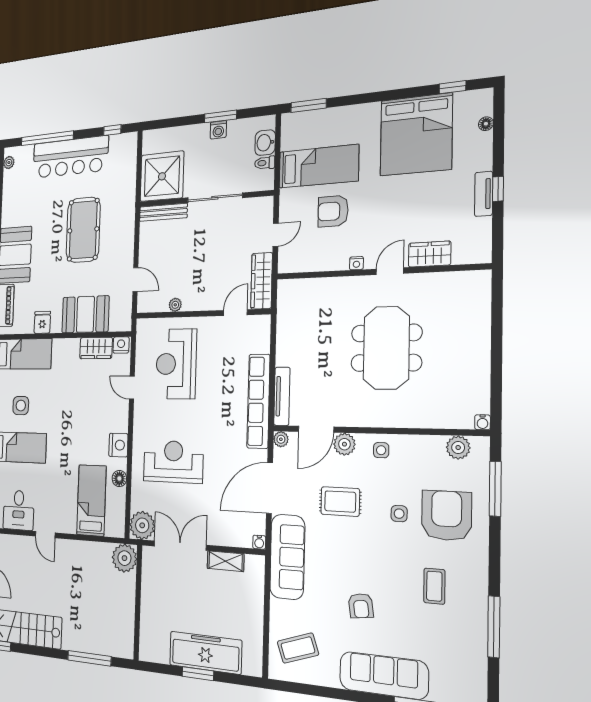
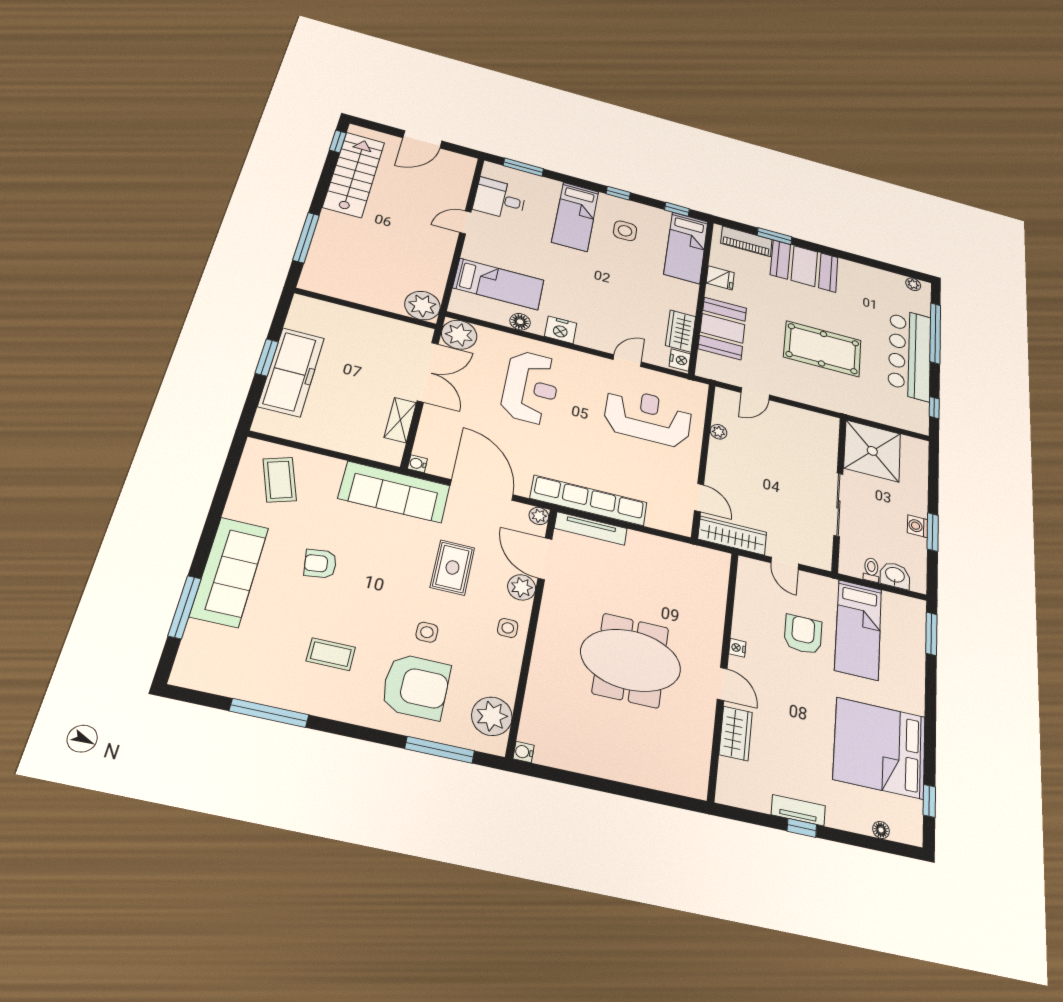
bench: (163, 212) -> (830, 443), removed
plant: (458, 448) -> (492, 716), width x1.36, depth x1.36

